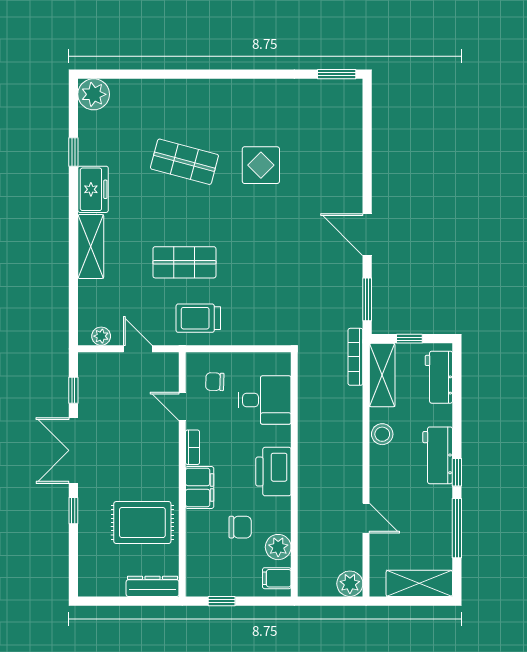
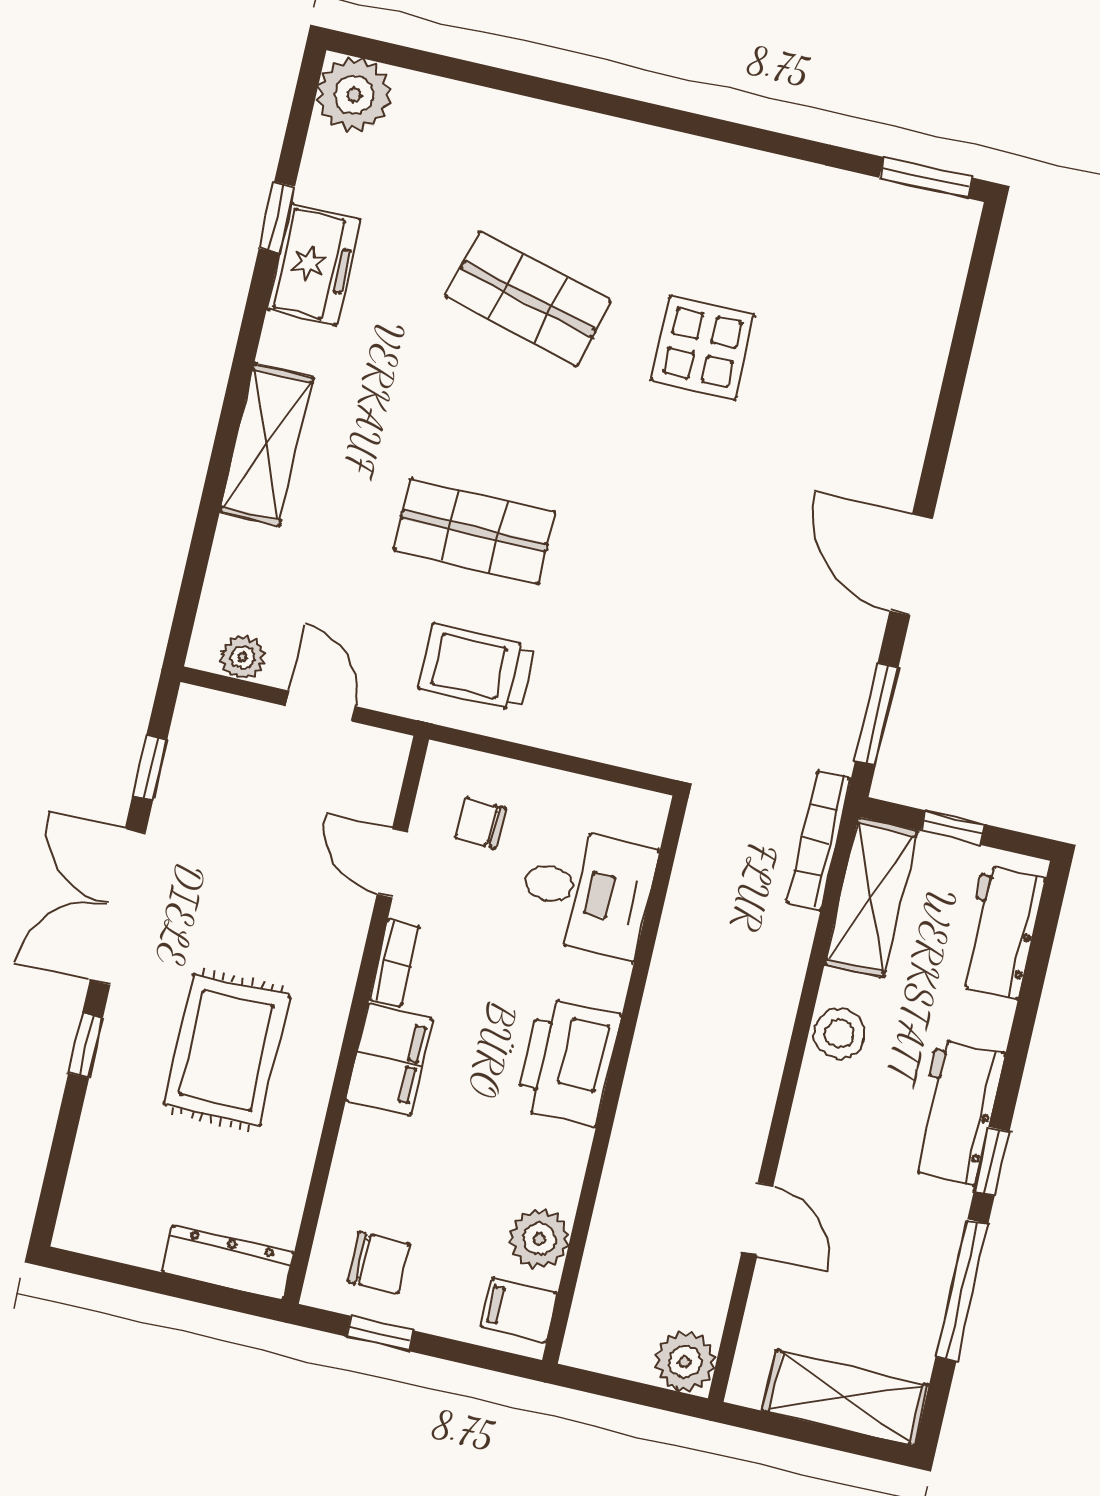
freezer: (93, 189) -> (314, 264), moved
rug: (142, 523) -> (227, 1050), moved, turned 90
chair: (240, 527) -> (378, 1263), moved

